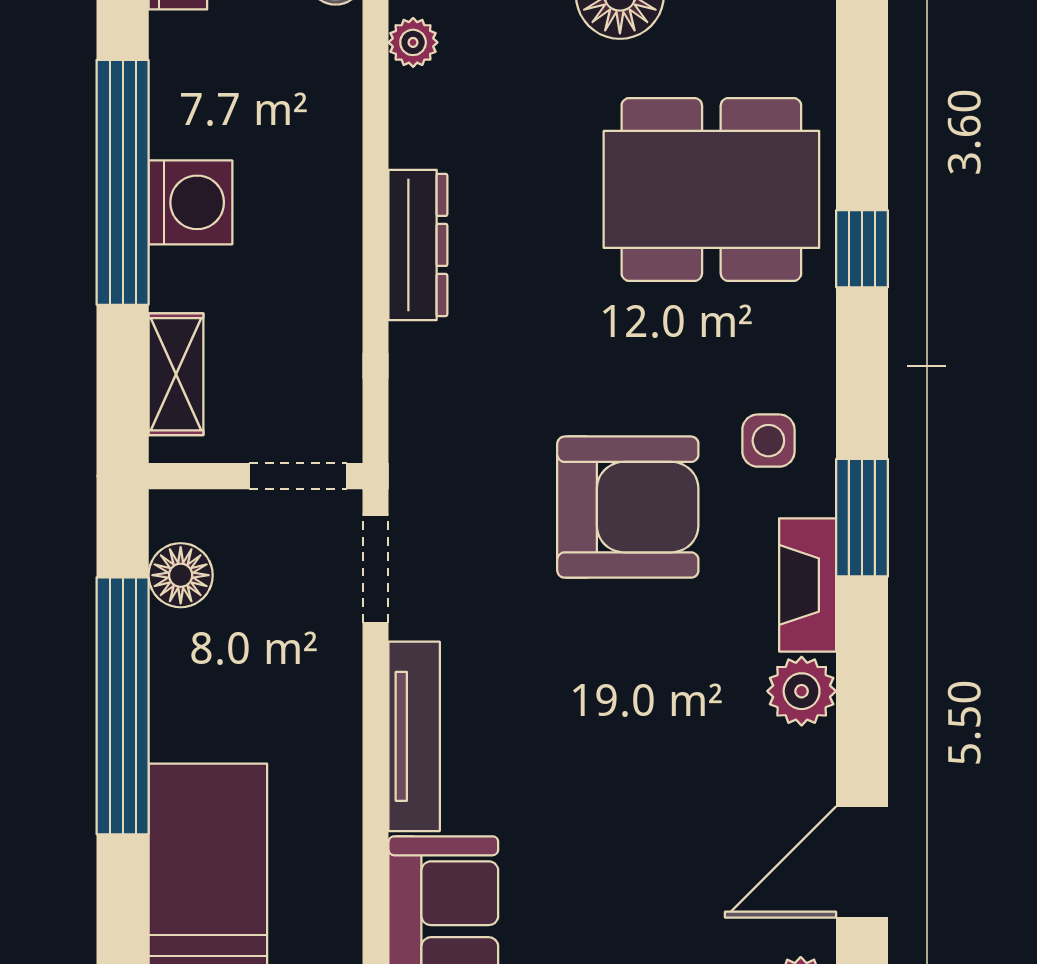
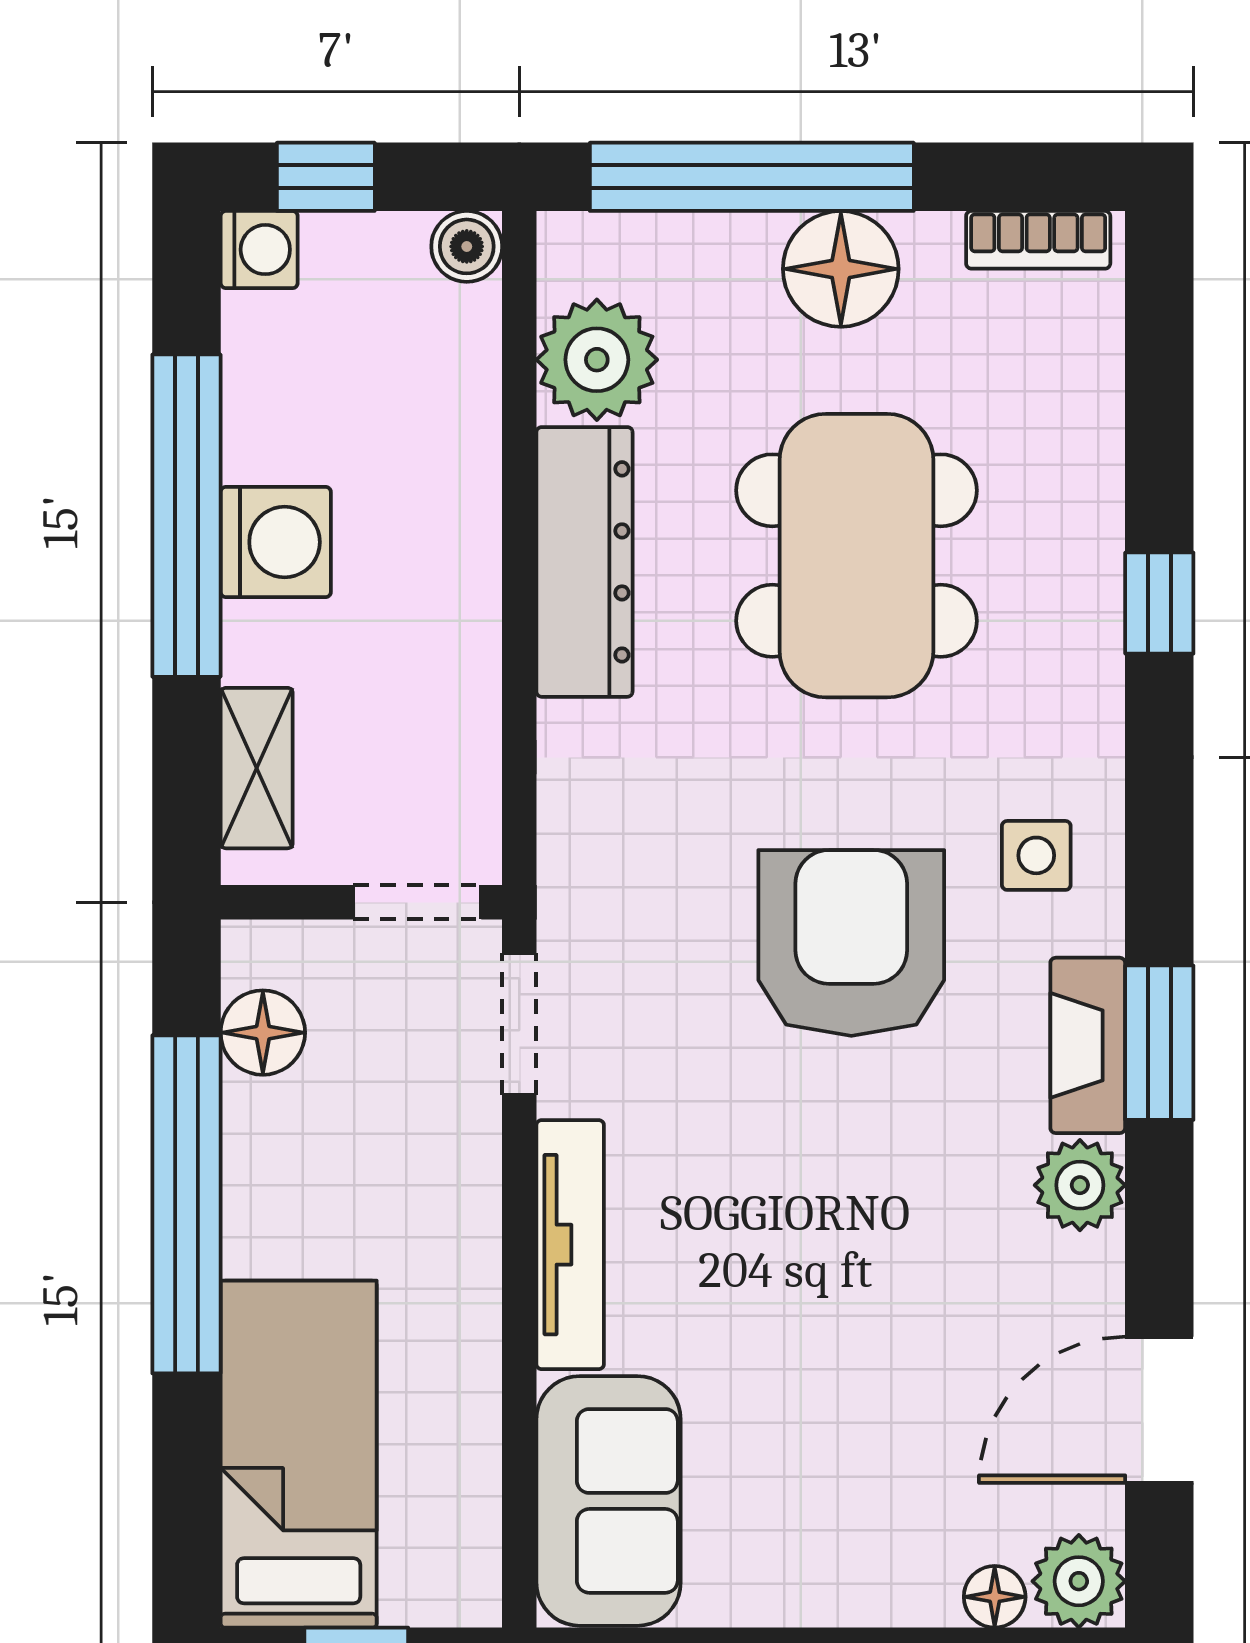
plant: (413, 42) -> (597, 360), width x1.88, depth x1.88
dining table: (711, 189) -> (857, 556), moved, turned 90
dresser: (418, 245) -> (584, 562), width x1.37, depth x1.24
armchair: (628, 507) -> (851, 943), turned -90
window: (862, 518) -> (1159, 1043), moved

